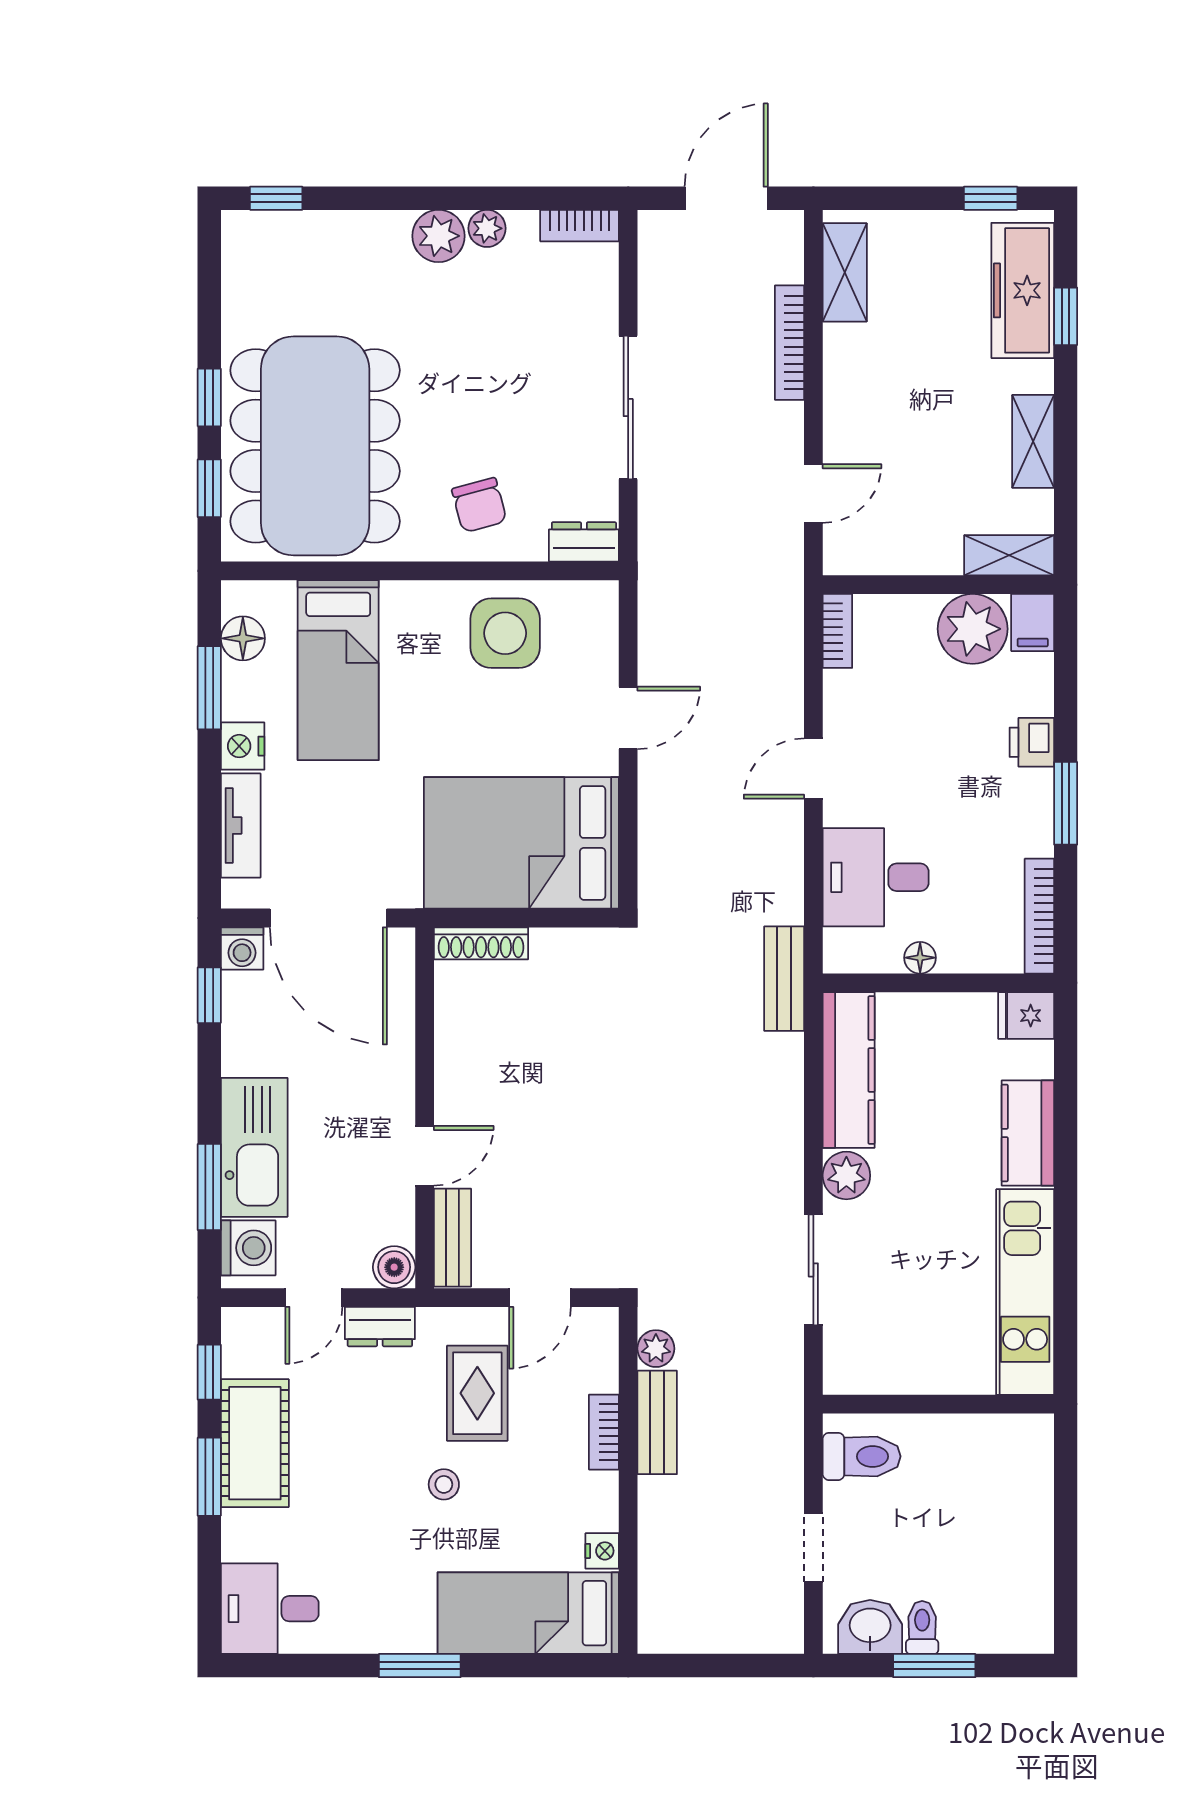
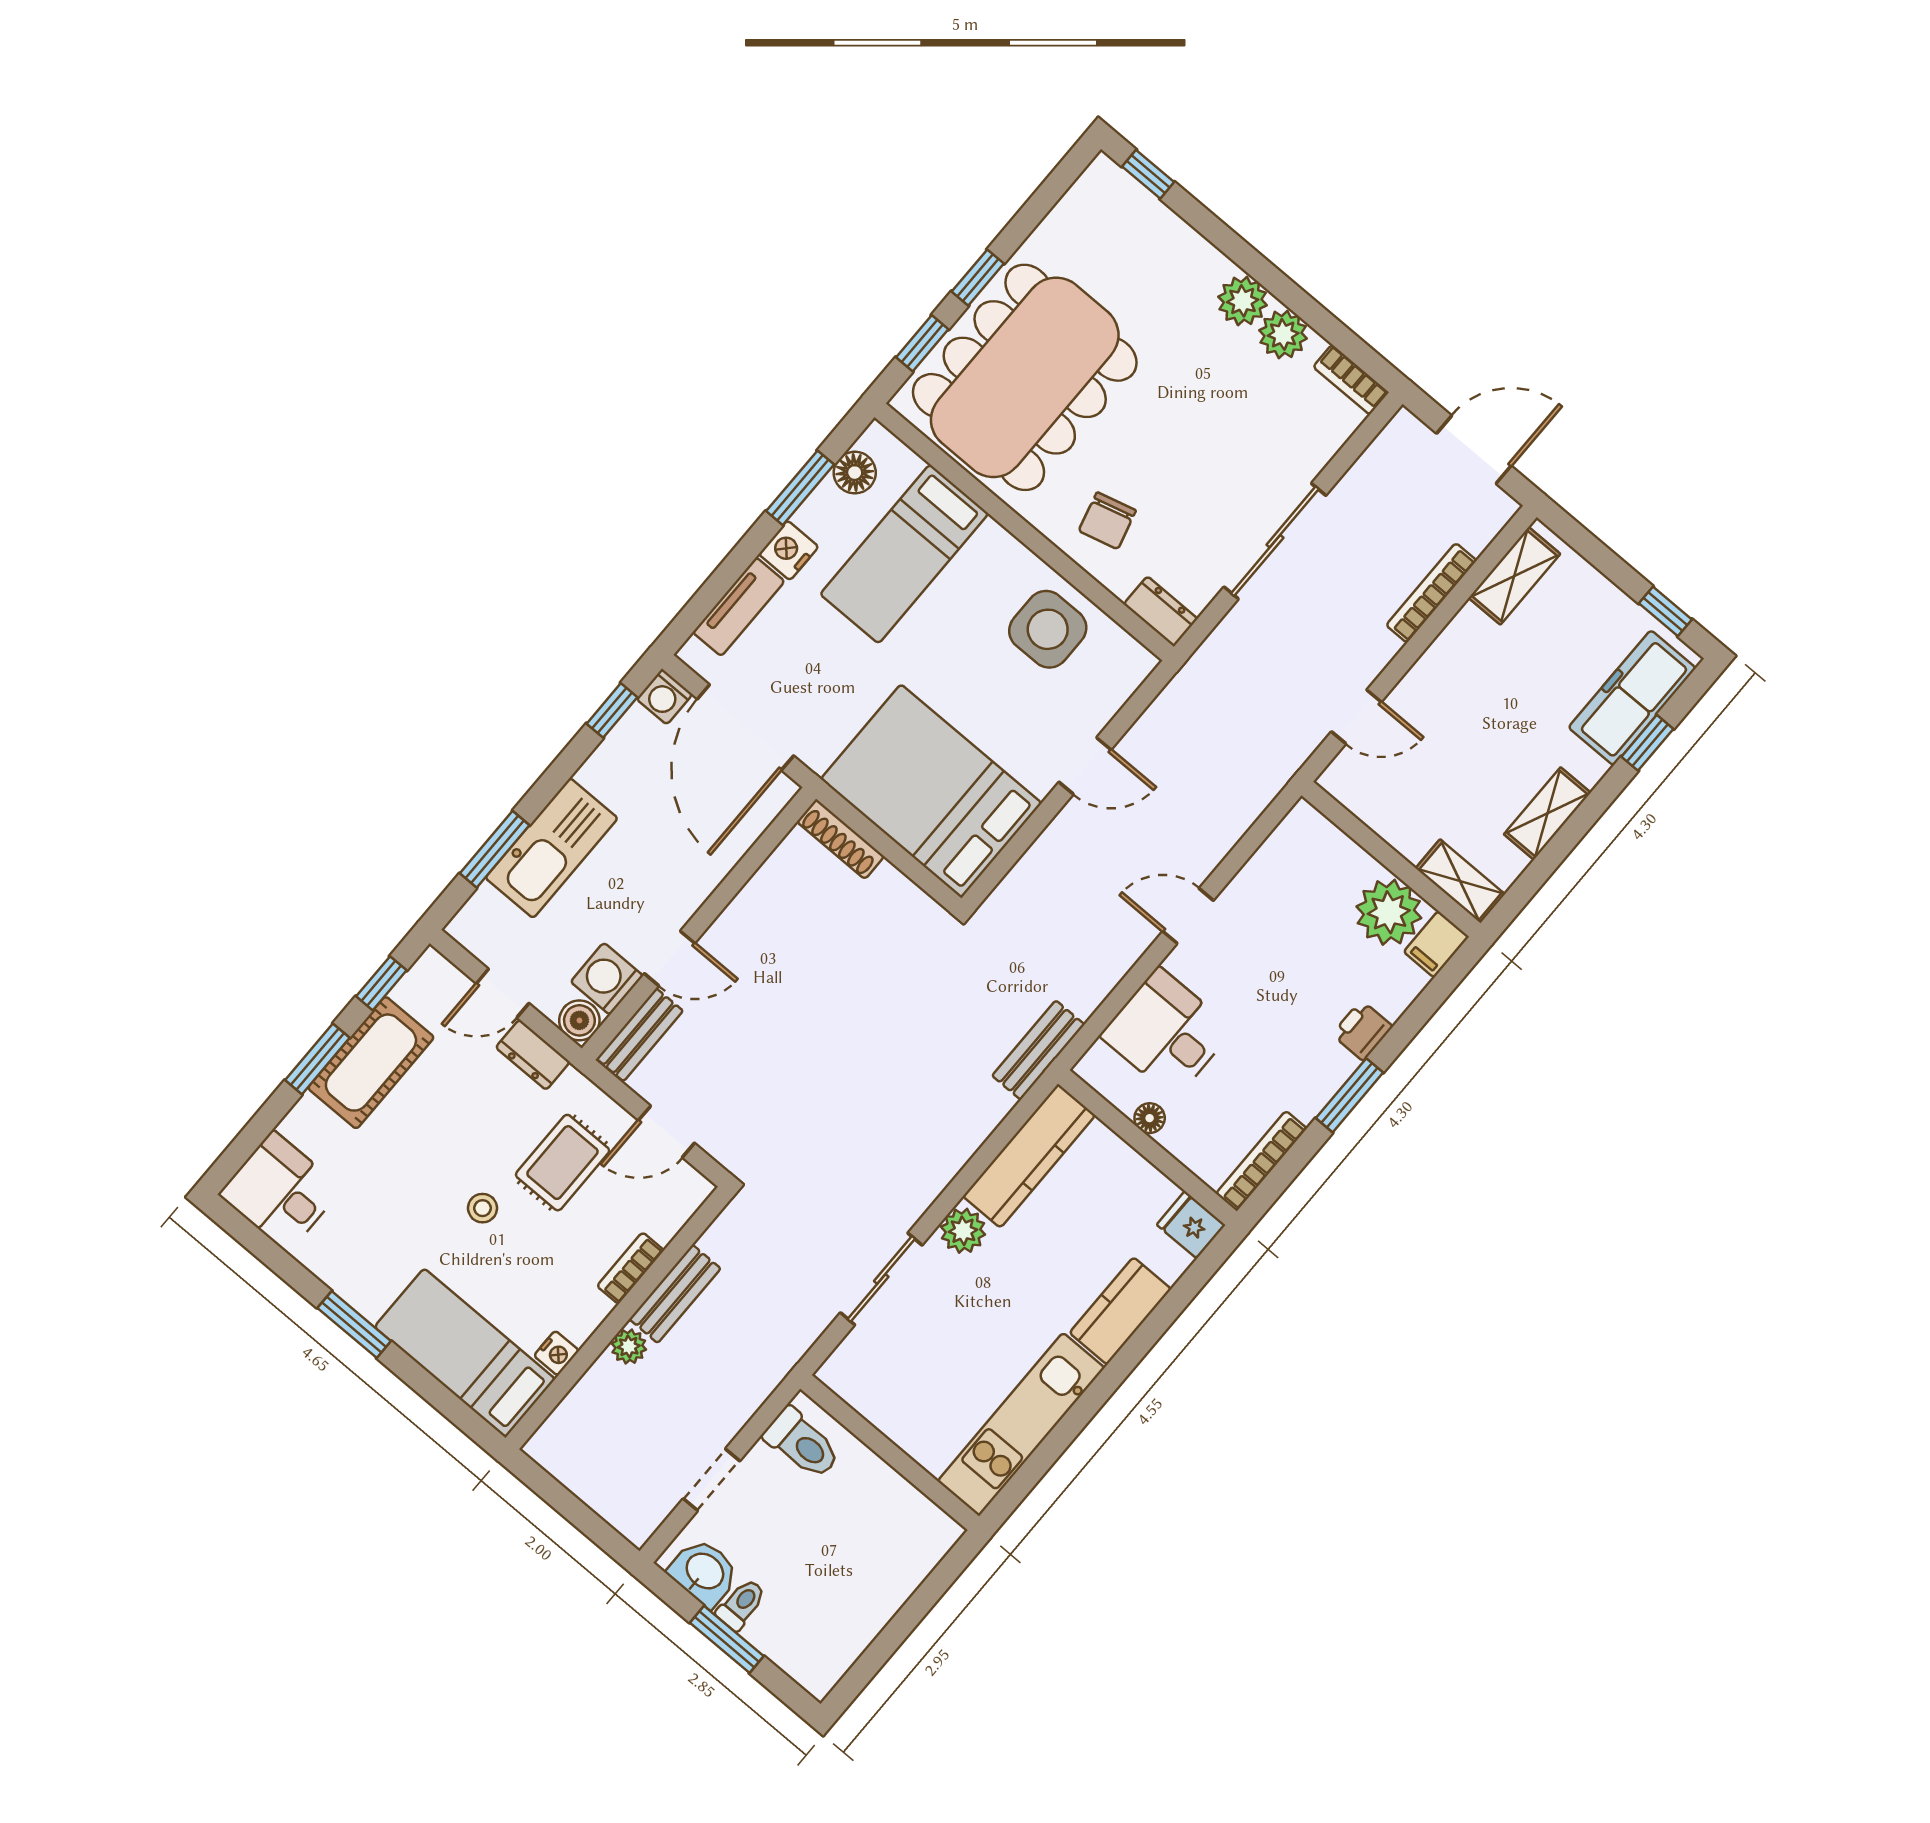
plant: (487, 228) -> (1283, 334), width x1.38, depth x1.38
bookcase: (837, 631) -> (1290, 831), removed
washing machine: (248, 1248) -> (607, 979), moved, turned 180
plant: (656, 1349) -> (629, 1347), moved

